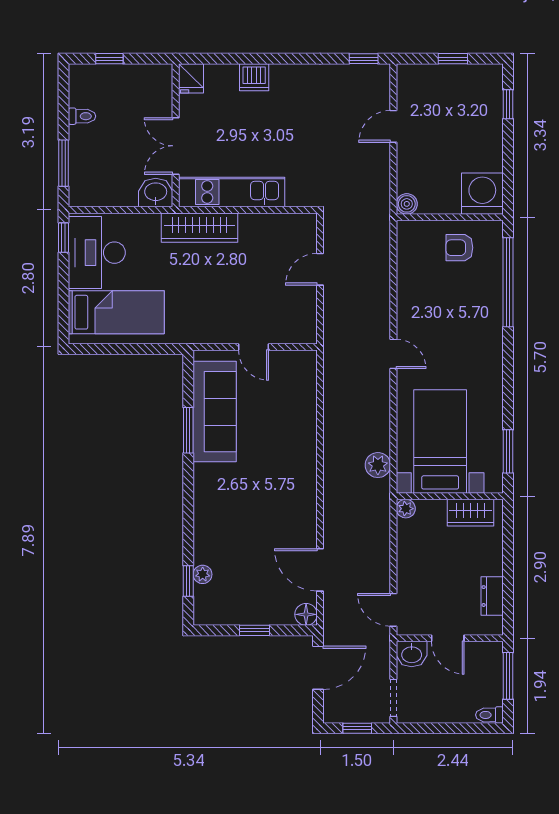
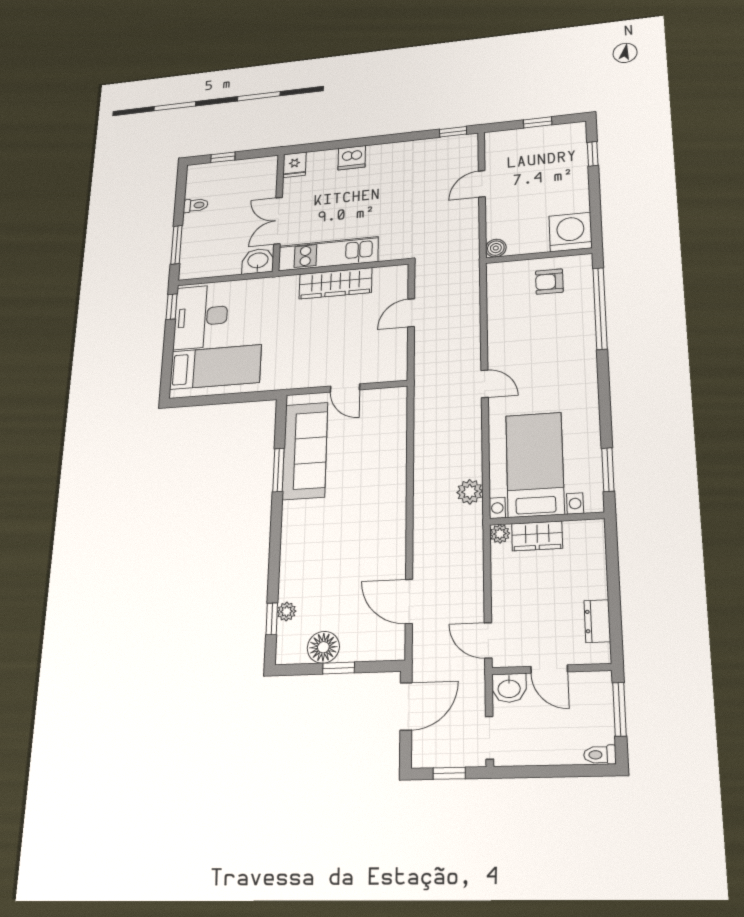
wardrobe: (200, 228) -> (335, 283), moved
wardrobe: (471, 513) -> (537, 536), moved
floor lamp: (306, 614) -> (323, 647), moved, width x1.38, depth x1.38

